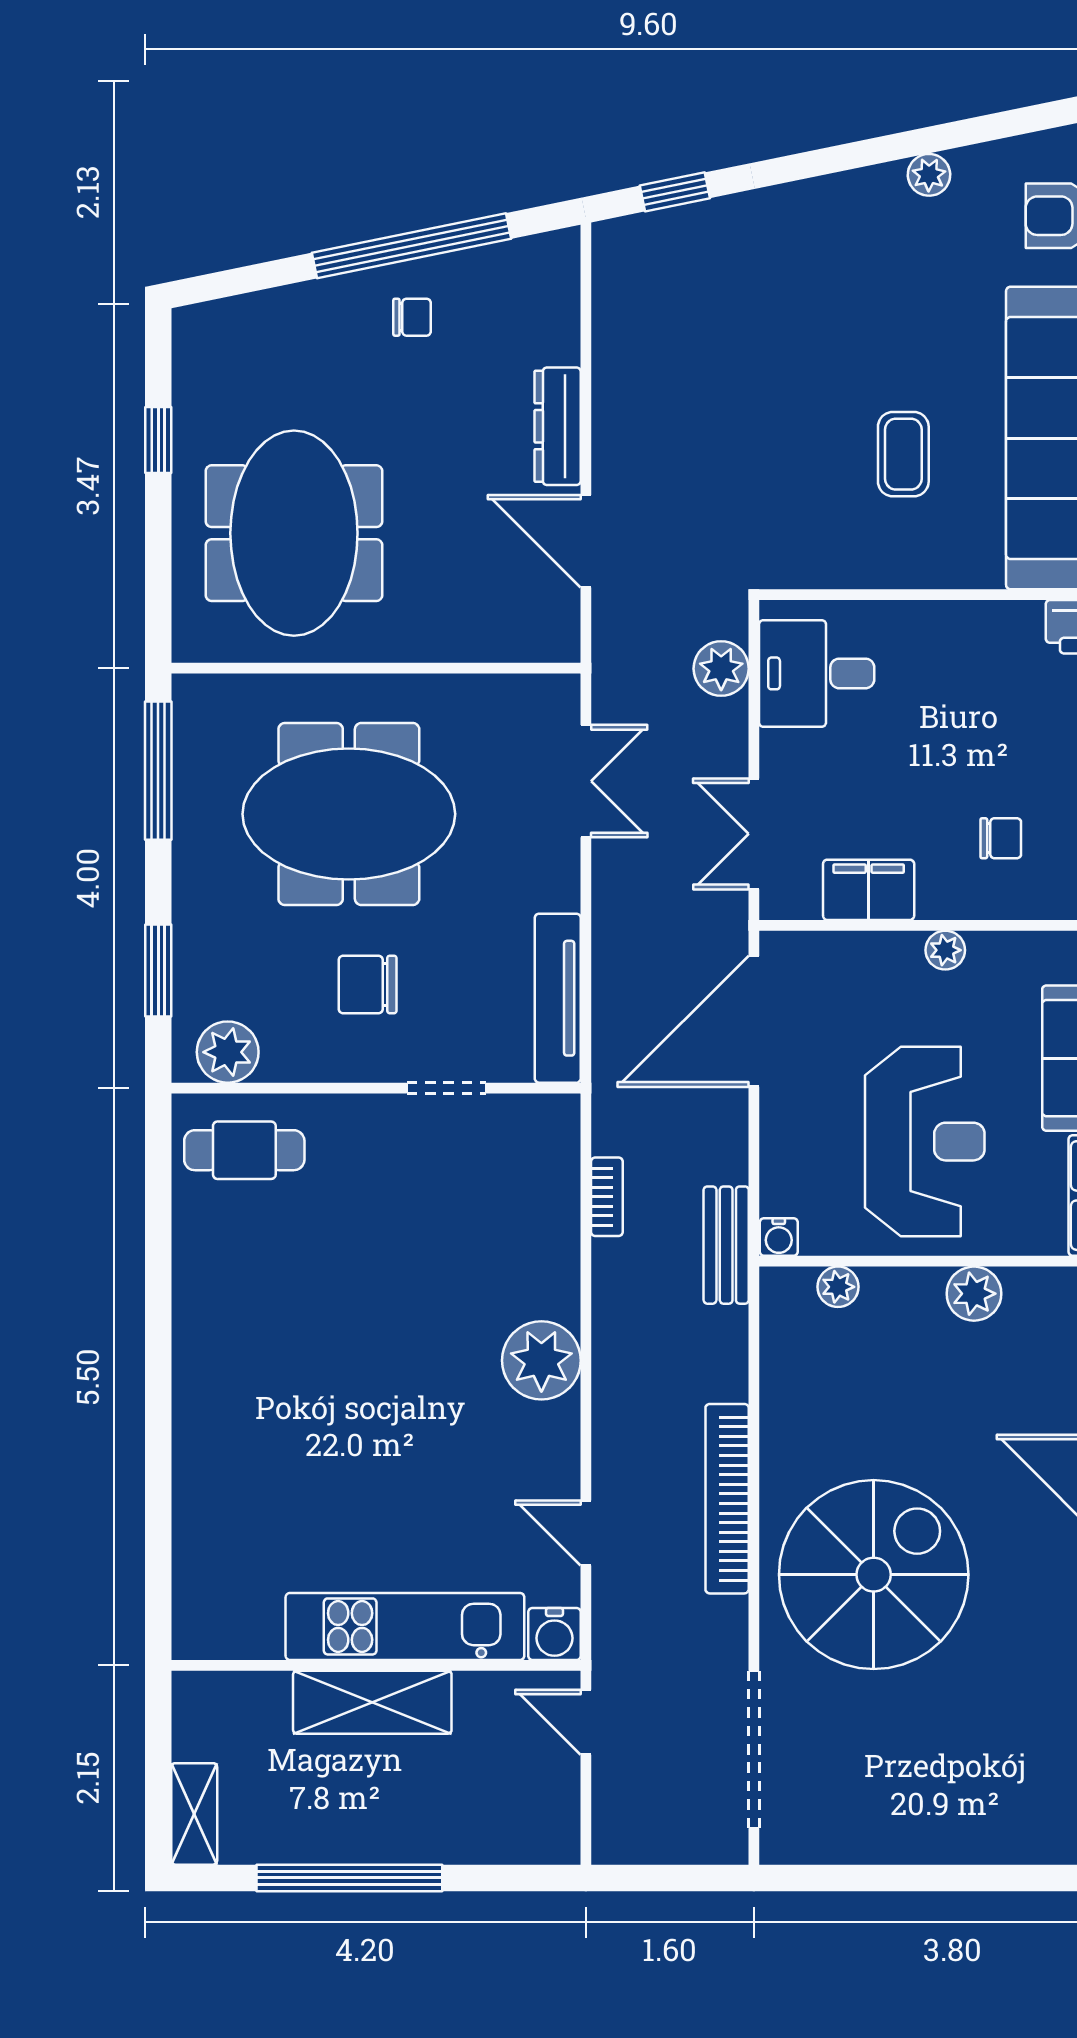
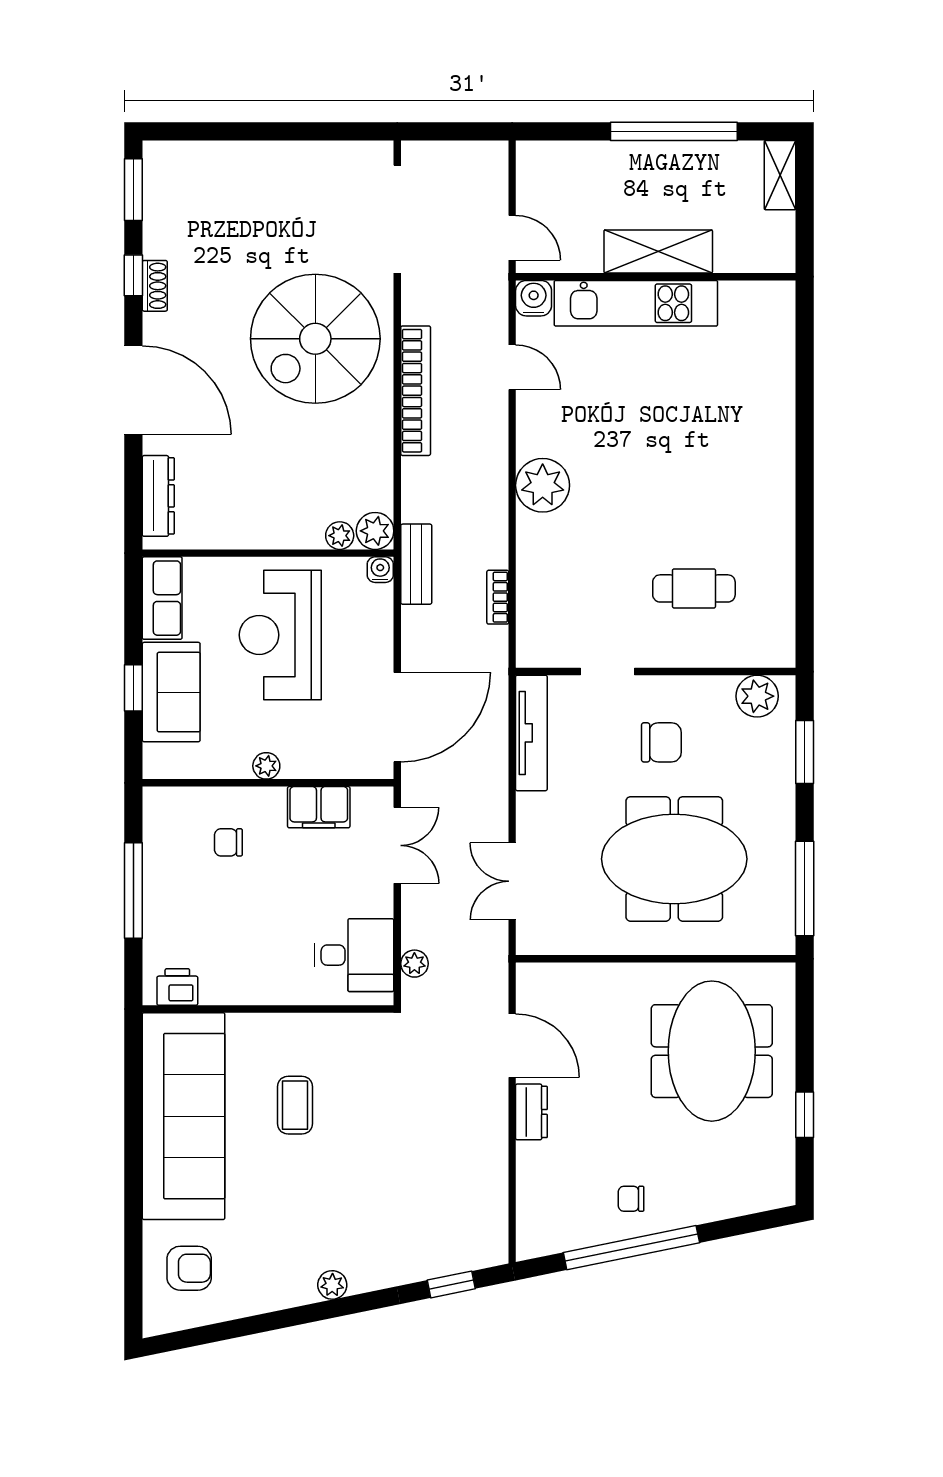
plant: (929, 175) -> (332, 1285), moved
dresser: (558, 426) -> (531, 1112), width x0.70
plant: (721, 669) -> (414, 964), width x0.73, depth x0.73
cafe table: (244, 1150) -> (694, 588), moved
plant: (974, 1294) -> (375, 531), moved

